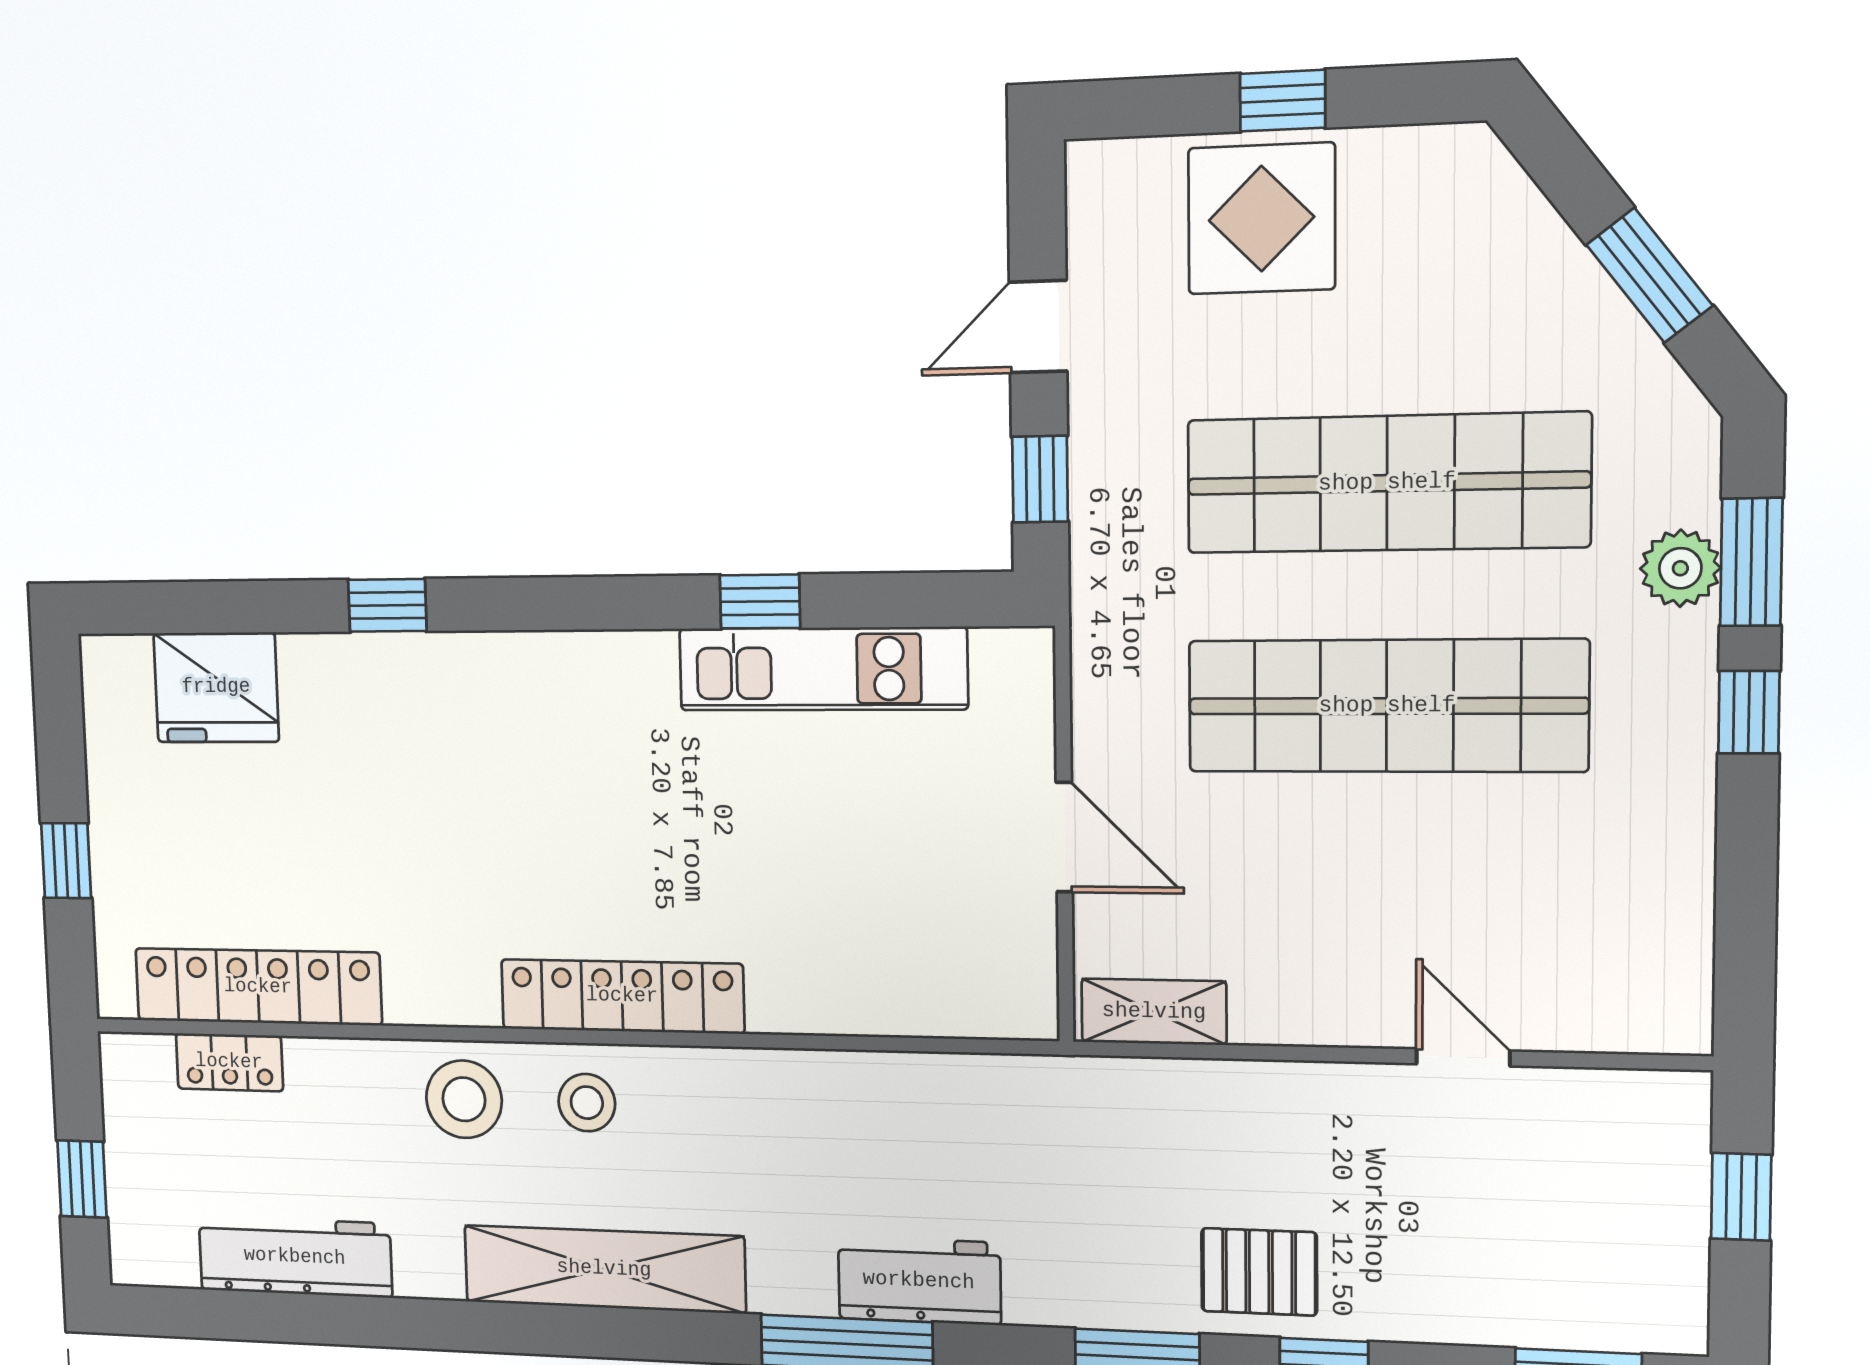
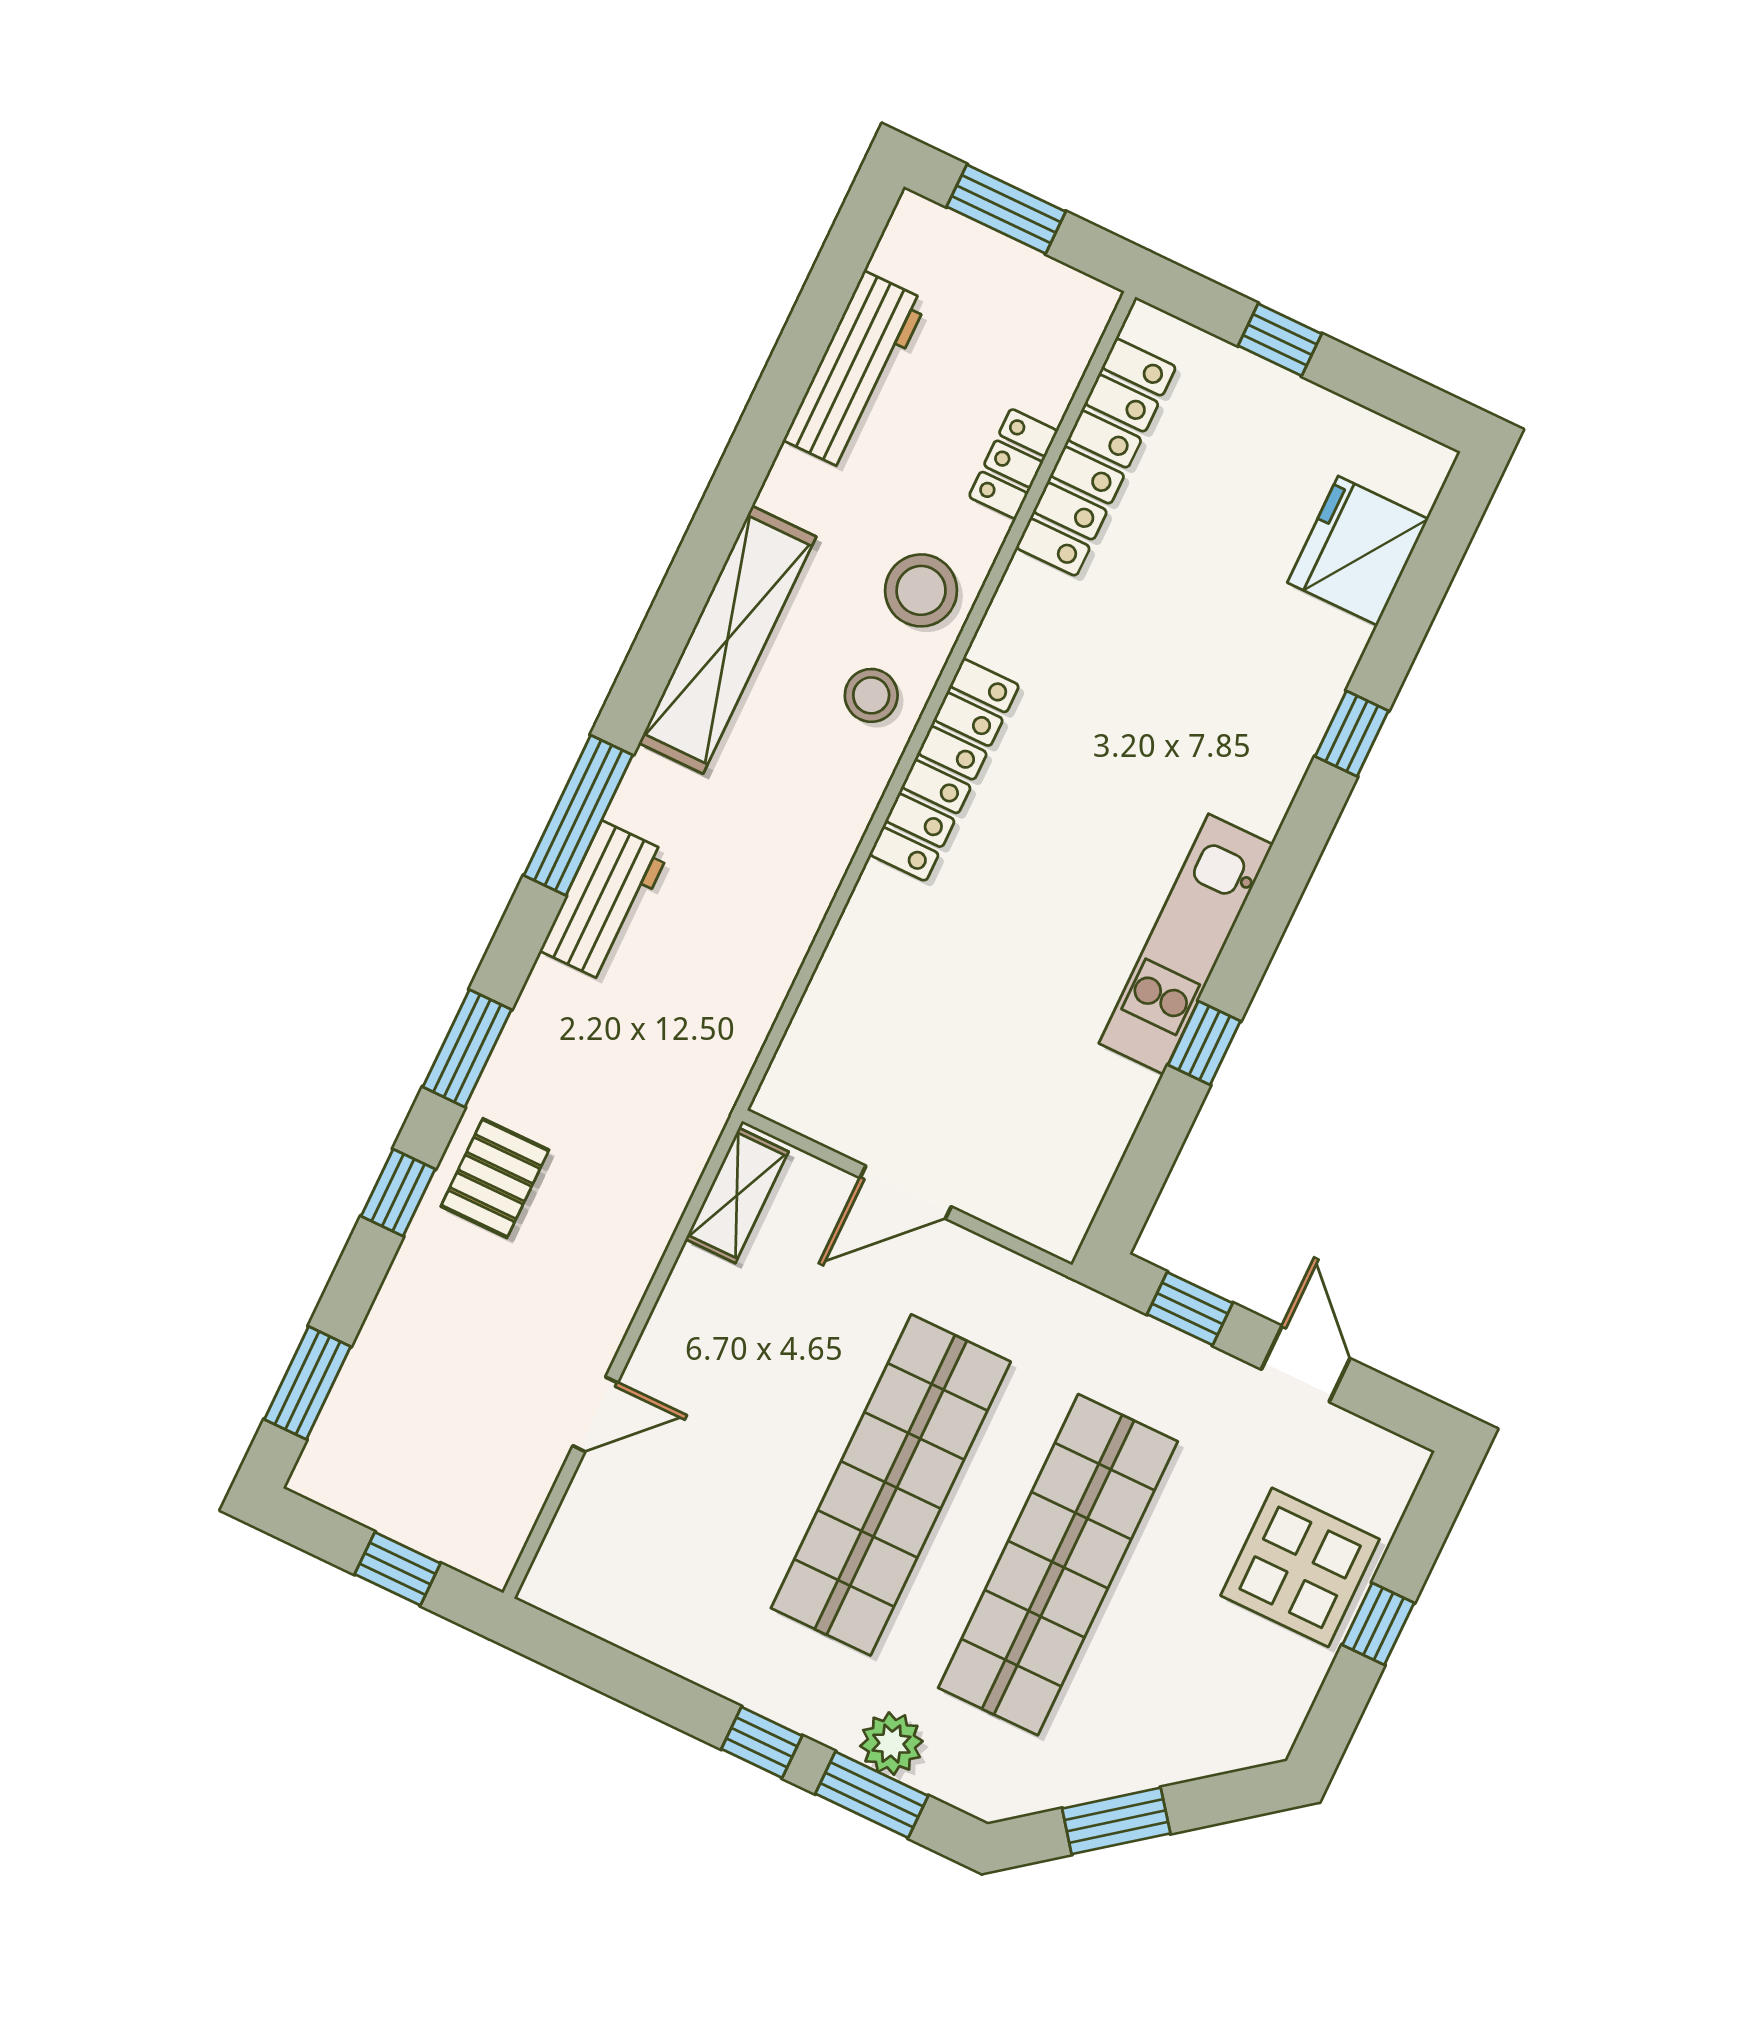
kitchen unit: (823, 669) -> (1186, 944), moved
locker: (229, 1062) -> (1013, 464), moved
window: (82, 1179) -> (1006, 209), width x1.50

